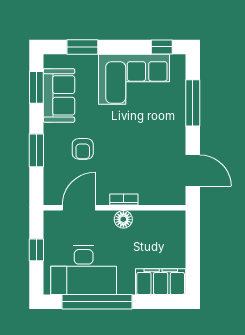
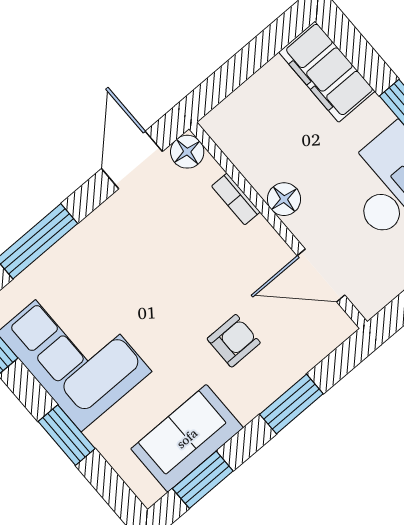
window: (82, 47) -> (67, 435), moved
floor lamp: (177, 196) -> (187, 152), added
bookcase: (124, 200) -> (236, 199), moved

